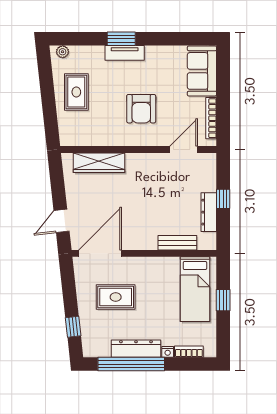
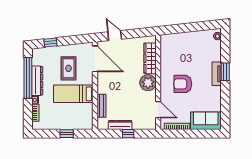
rug: (76, 92) -> (193, 44), removed
plant: (139, 166) -> (148, 83), added
bed: (195, 289) -> (73, 94), moved

